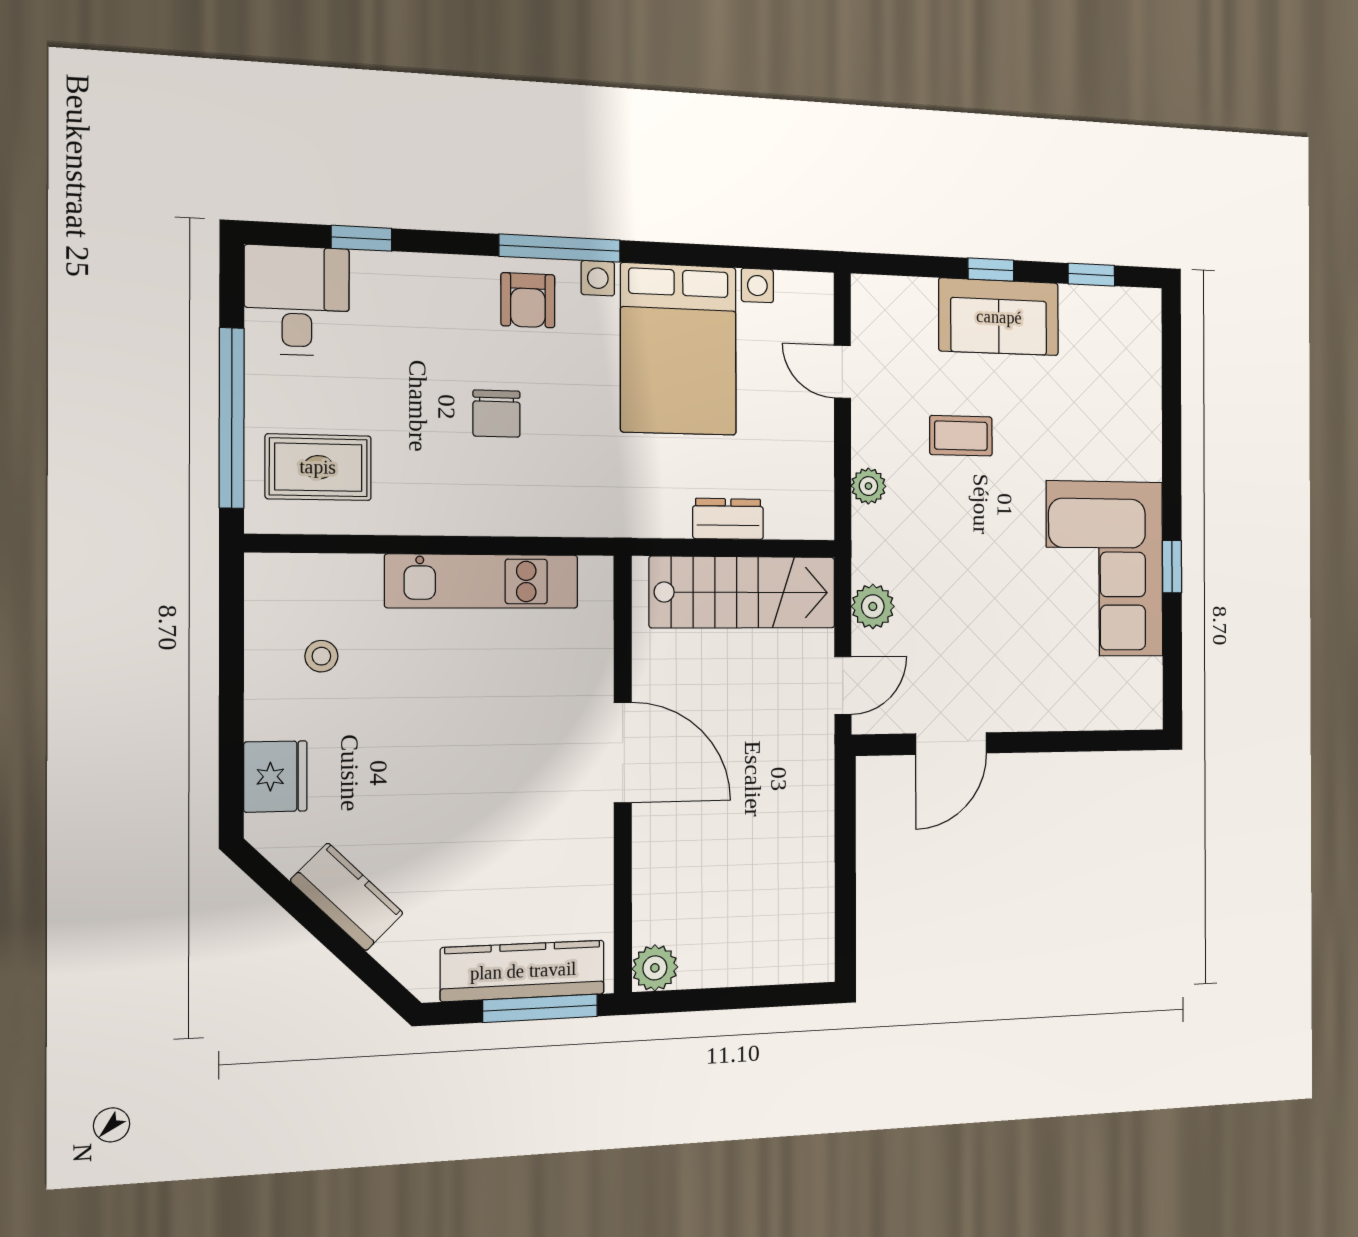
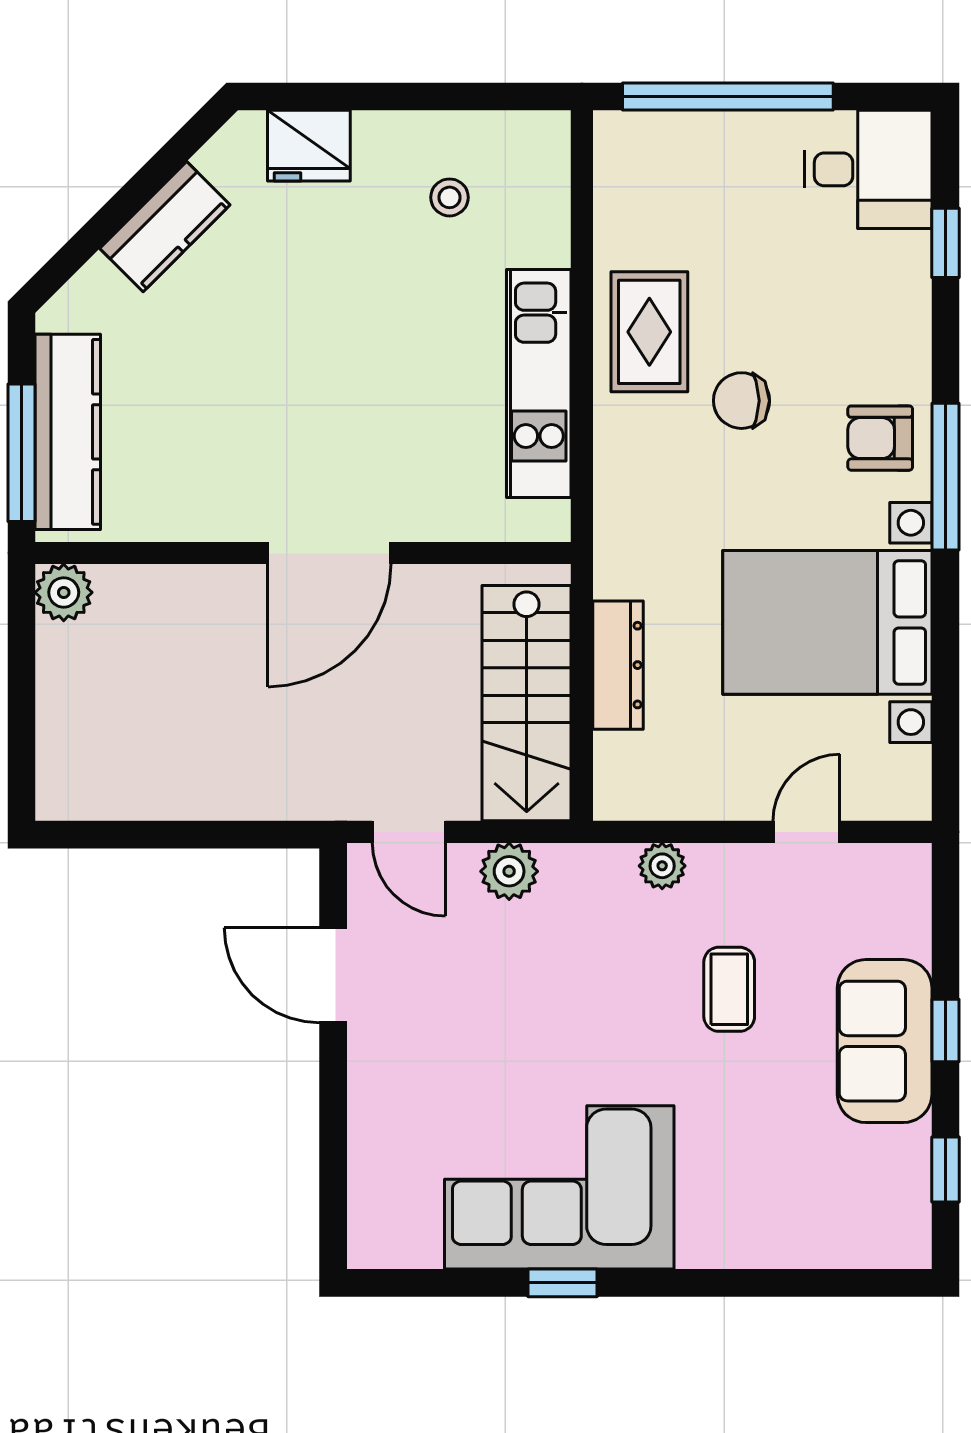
rug: (318, 467) -> (649, 332), moved
dresser: (728, 519) -> (618, 665), width x1.44

